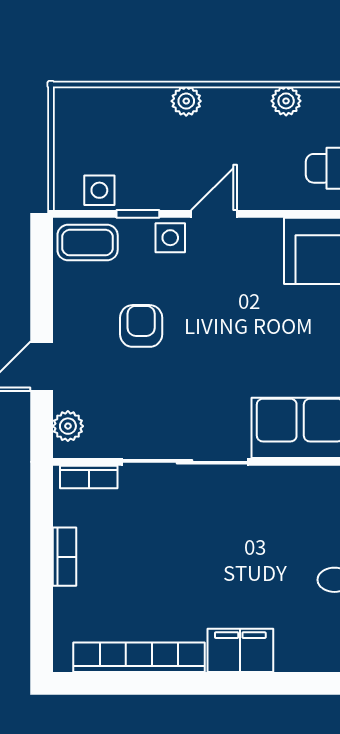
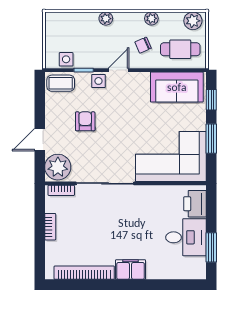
chair: (268, 159) -> (143, 45), added
plant: (68, 426) -> (58, 167), width x1.87, depth x1.87

